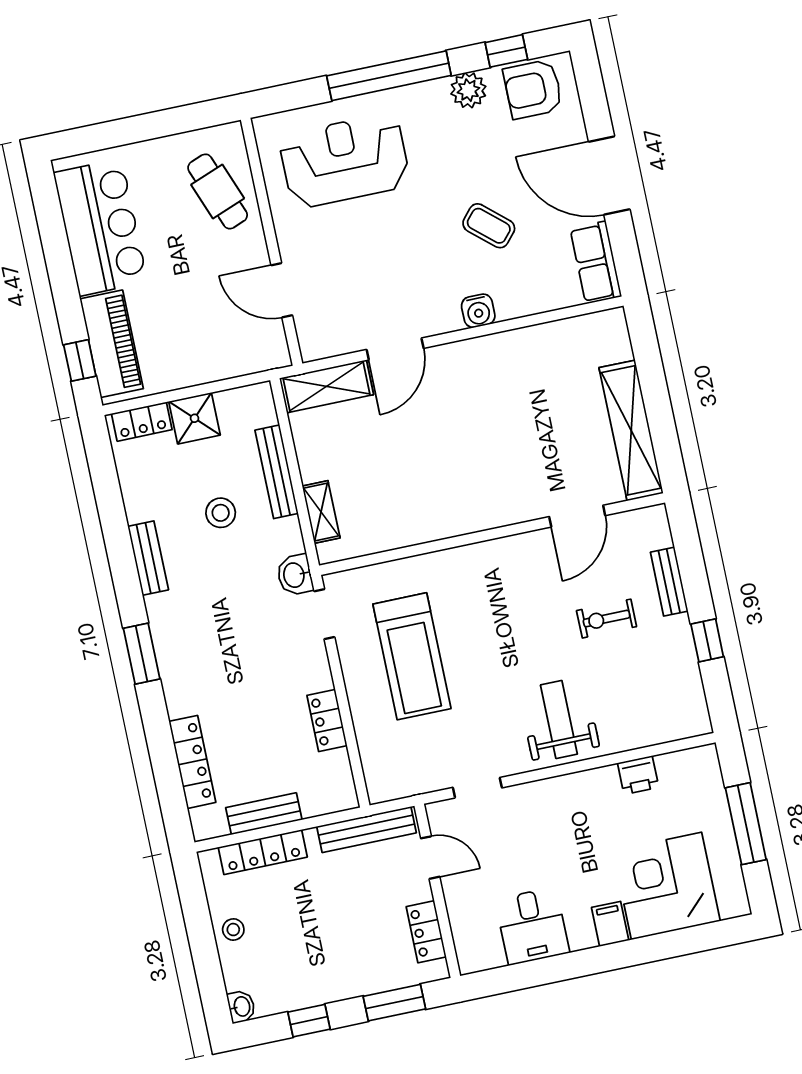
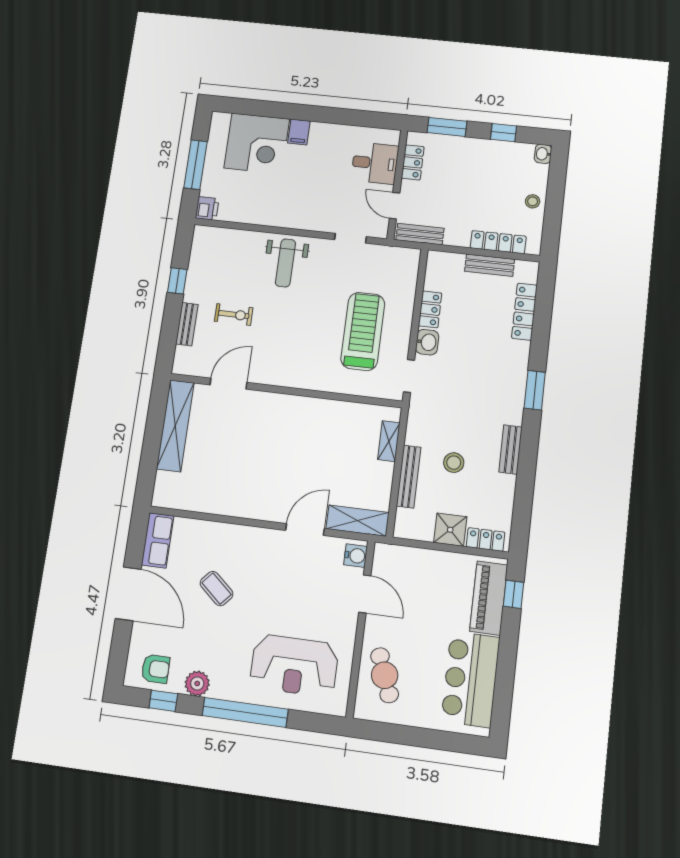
armchair: (533, 89) -> (156, 669), width x0.72, depth x0.72
water cooler: (478, 311) -> (356, 556), moved, turned 90
washbasin: (295, 575) -> (427, 342), moved
printer: (638, 775) -> (207, 208), moved, turned 90
bench: (366, 830) -> (420, 234), width x0.73
desk: (532, 926) -> (375, 163), moved, turned 90

